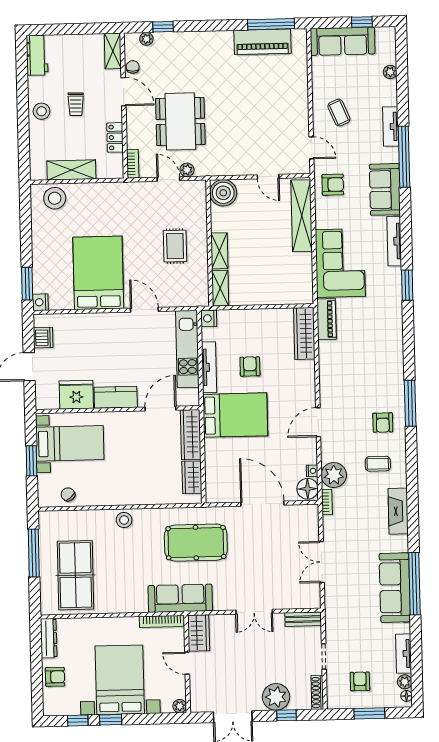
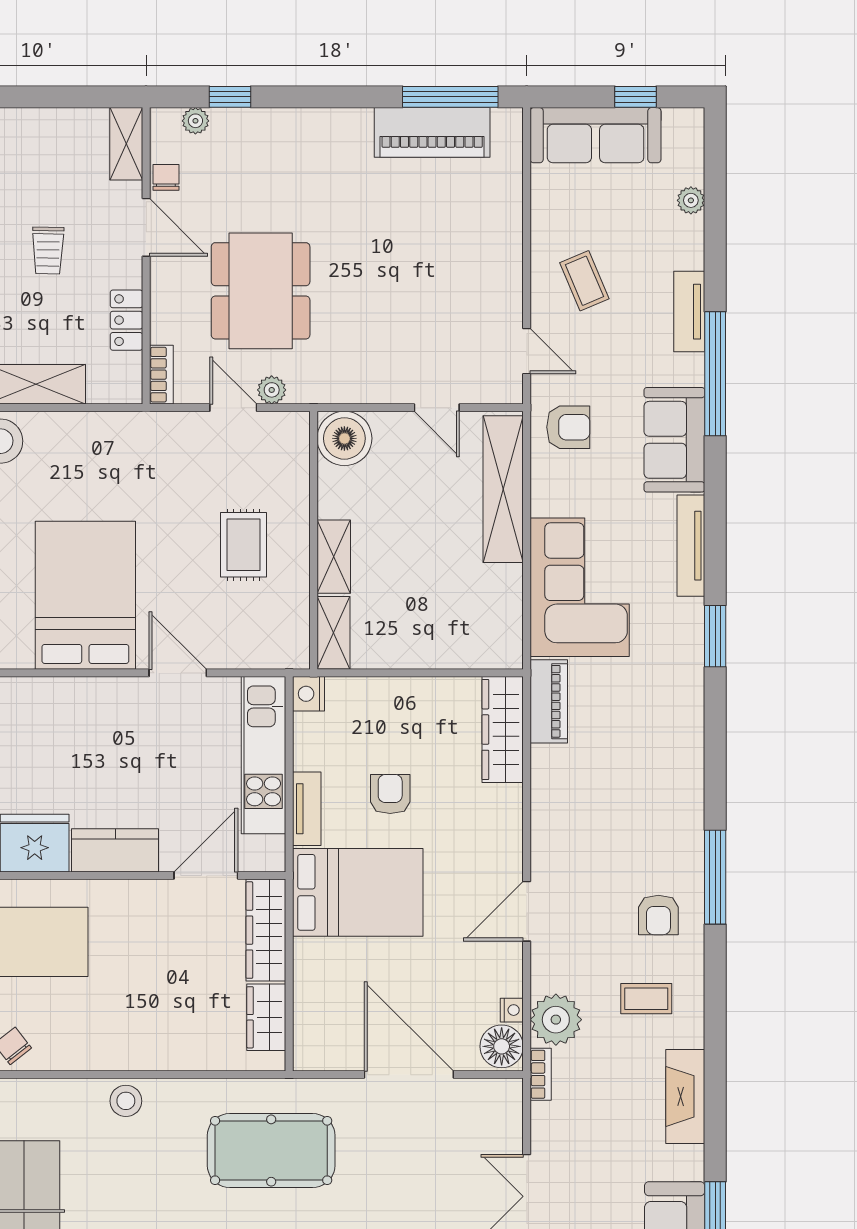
tv unit: (209, 367) -> (307, 809), width x0.71

